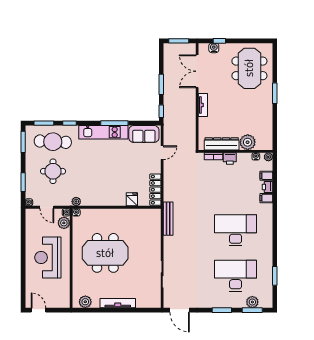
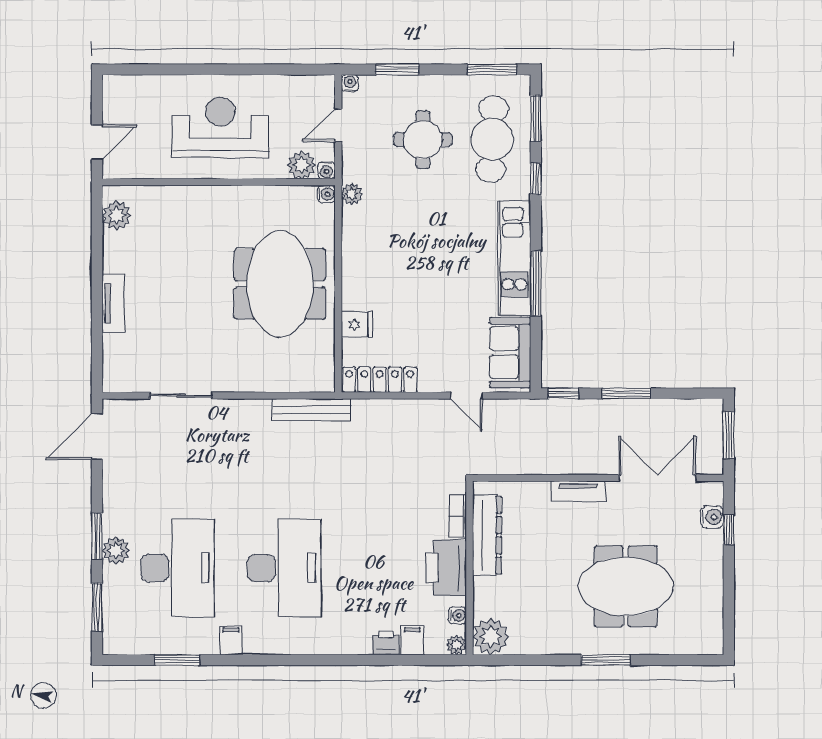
meeting table: (249, 68) -> (626, 586), moved
plant: (248, 142) -> (491, 637), moved
printer: (230, 158) -> (446, 568), width x1.87, depth x1.48
filing cabinet: (266, 198) -> (231, 640), moved
meeting table: (105, 253) -> (280, 284), moved
plant: (252, 302) -> (116, 550), moved
tv unit: (118, 303) -> (113, 304), width x0.71
door: (38, 310) -> (97, 142), moved

